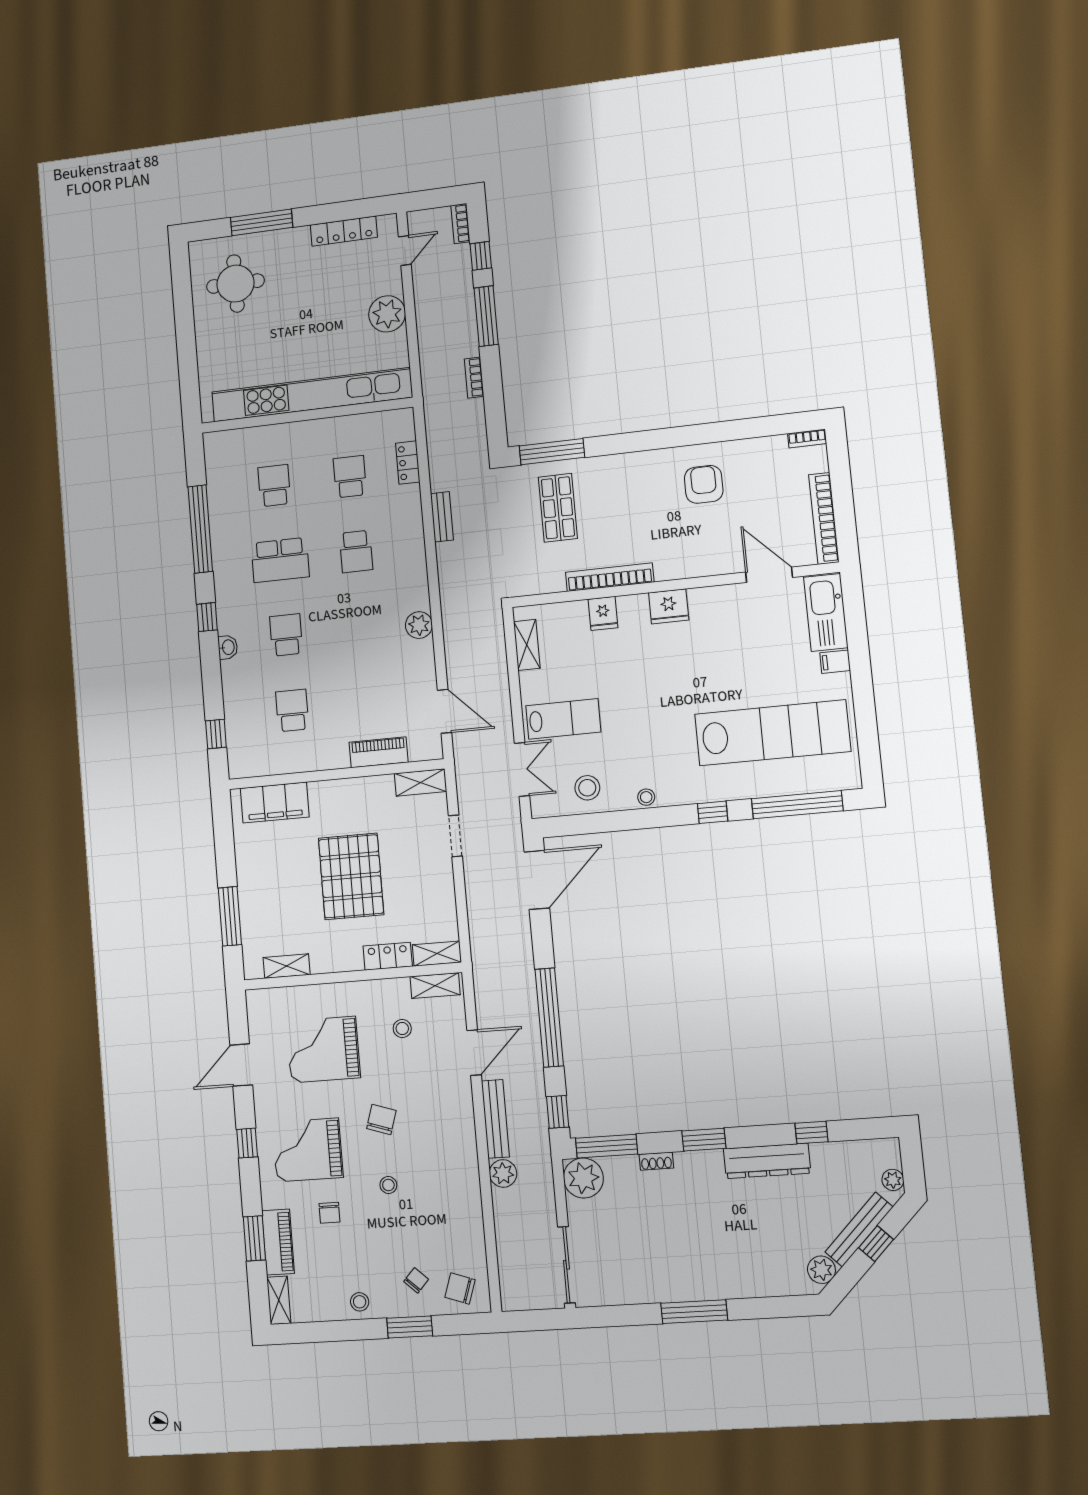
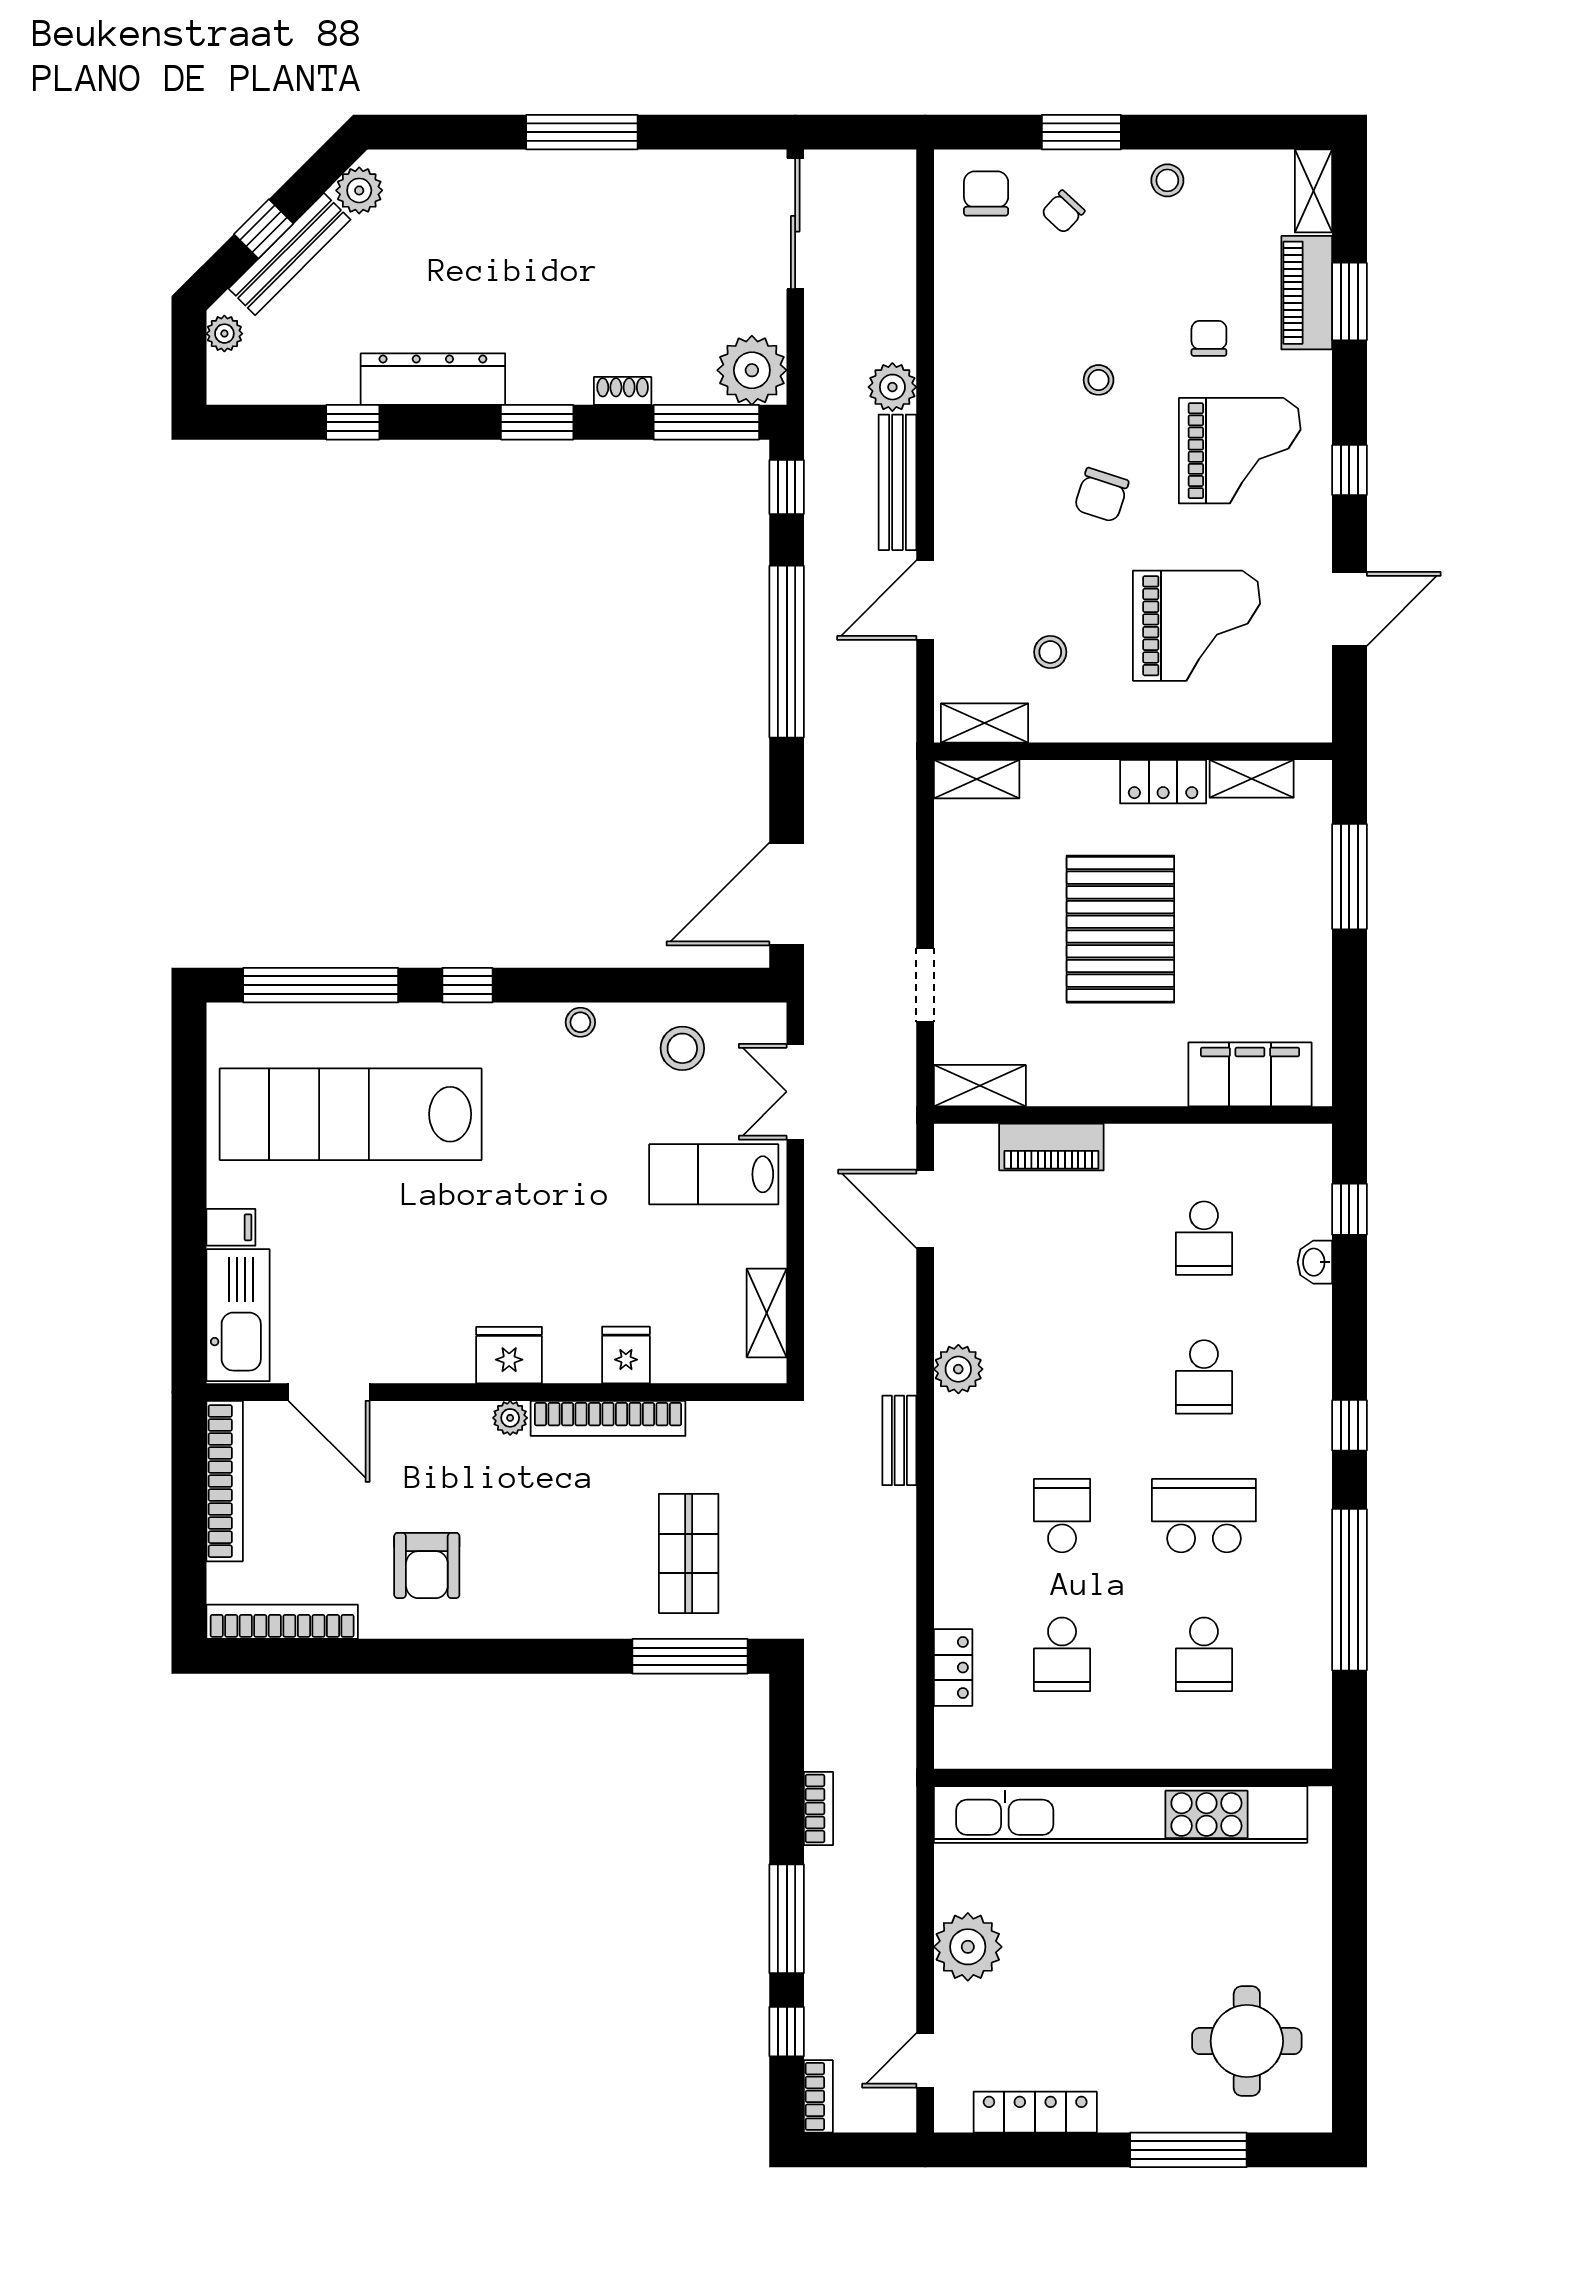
bookcase: (807, 439) -> (282, 1622), width x2.31, depth x1.31
bench: (442, 517) -> (899, 1440), moved
plant: (665, 571) -> (510, 1418), added
washbasin: (228, 647) -> (1315, 1262), moved
locker: (388, 956) -> (1163, 782), moved
chair: (460, 1289) -> (986, 193), turned -109

